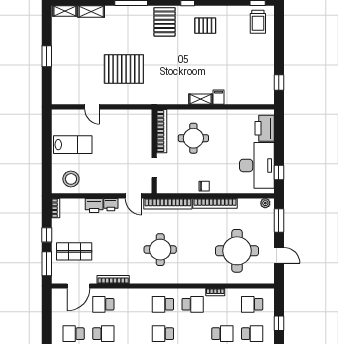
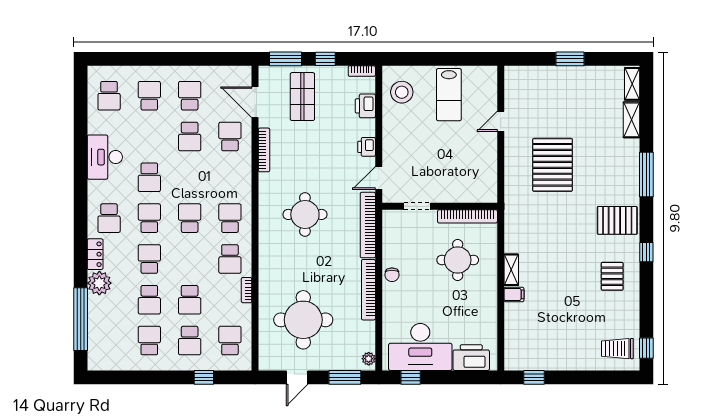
printer: (94, 206) -> (365, 106), moved

